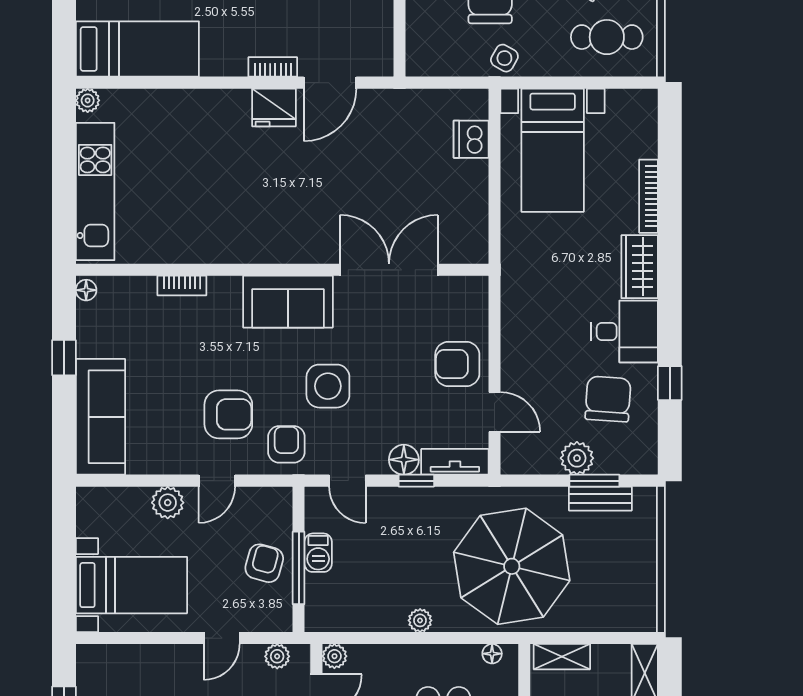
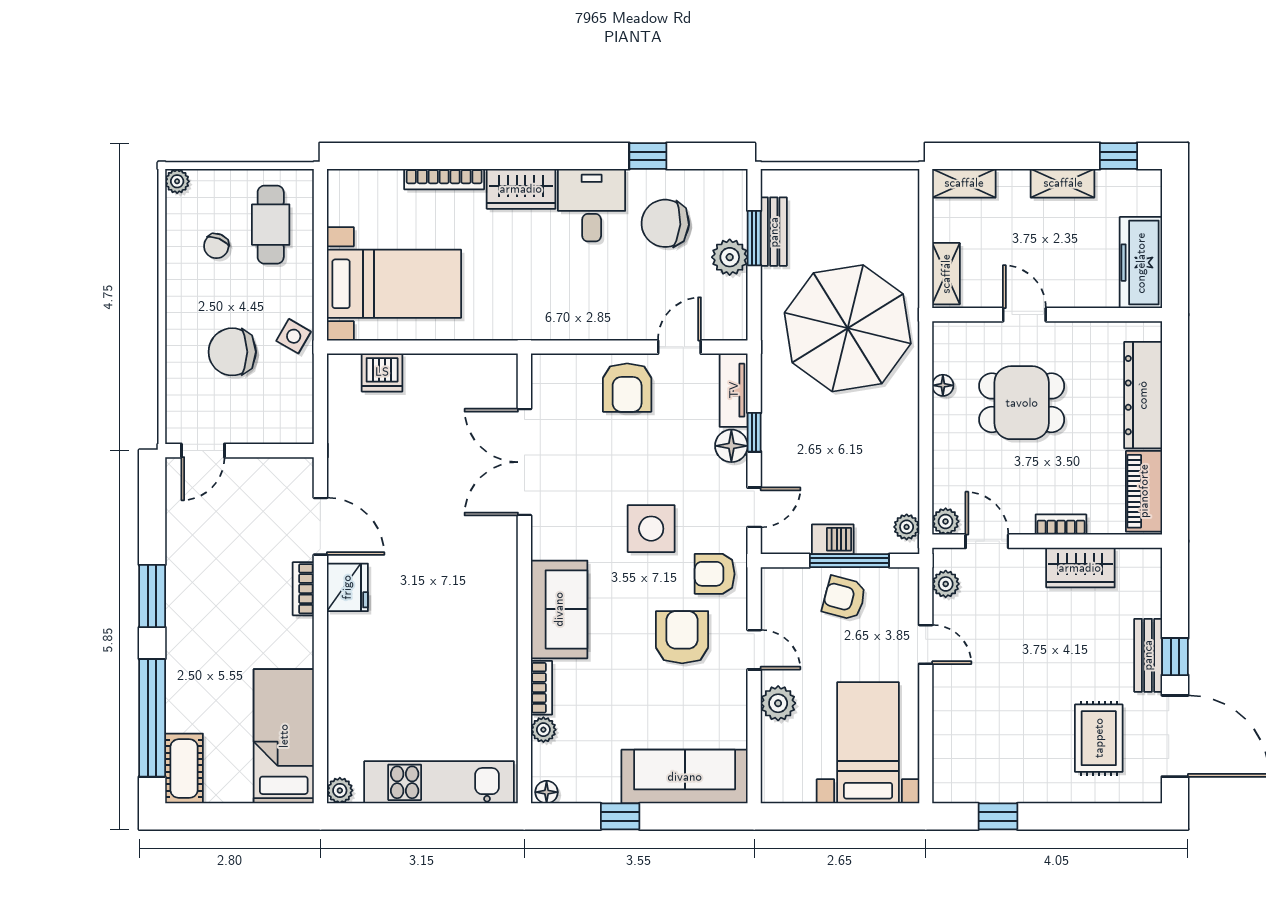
plant: (143, 287) -> (543, 730), added
sofa: (288, 302) -> (559, 609), moved
plant: (420, 620) -> (907, 527), moved
floor lamp: (492, 654) -> (943, 385), moved

